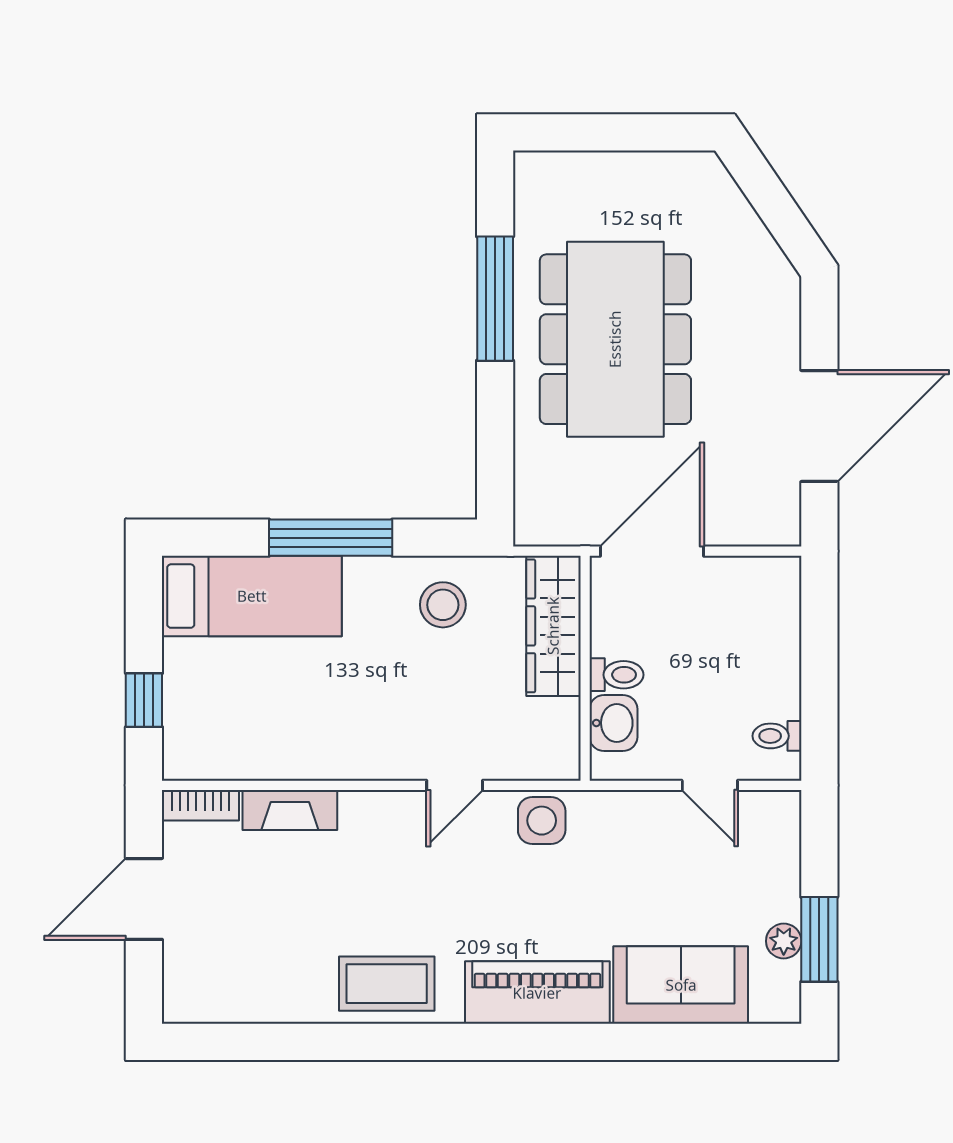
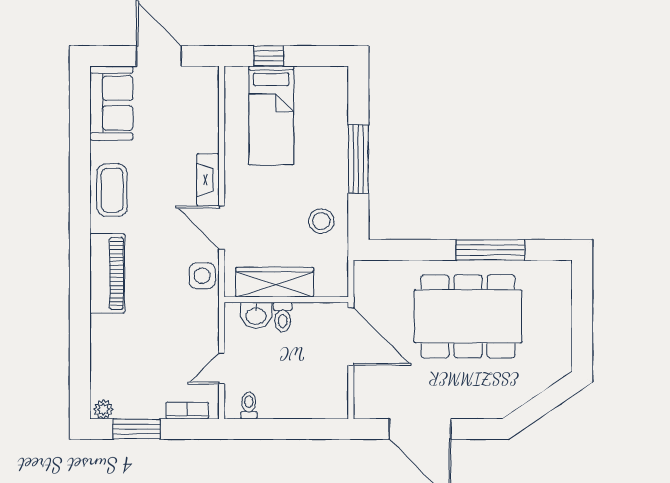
bed: (252, 596) -> (271, 116), moved
wardrobe: (553, 626) -> (275, 282), moved
door: (455, 785) -> (222, 228), width x1.38
bookcase: (200, 805) -> (187, 411), moved, turned 90
fireplace: (290, 810) -> (208, 180), moved
plant: (784, 941) -> (103, 409), moved
sofa: (681, 985) -> (111, 103), moved

